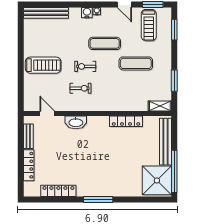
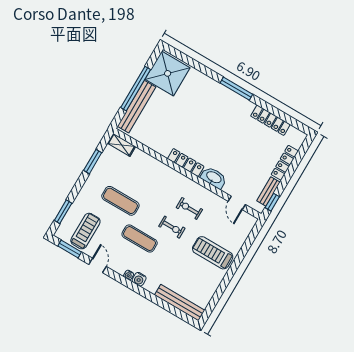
locker: (126, 121) -> (186, 163), moved
window: (21, 130) -> (272, 202), added
window: (174, 171) -> (136, 89), moved

